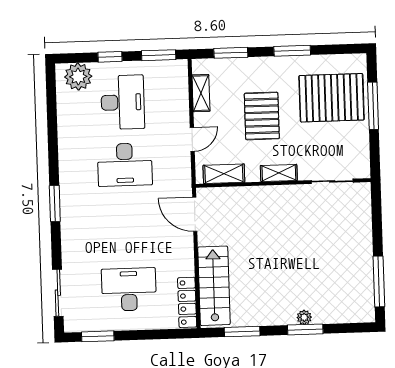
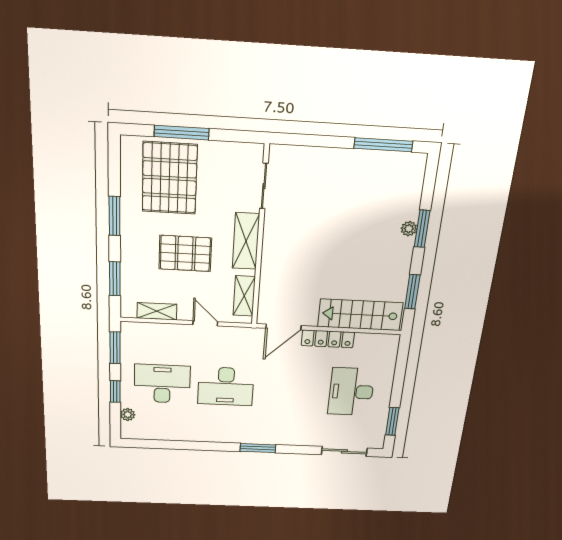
plant: (78, 77) -> (128, 415), width x0.53, depth x0.53
desk: (125, 165) -> (226, 386), turned 90
shelving: (279, 173) -> (246, 241), width x1.50, depth x1.33
locker: (187, 302) -> (328, 339), moved

